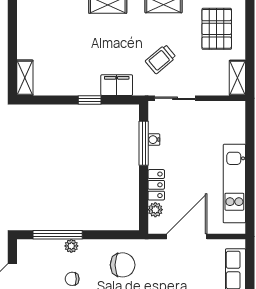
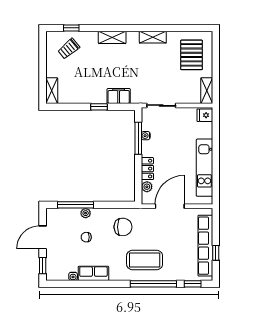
trolley: (161, 59) -> (69, 49), moved
fridge: (235, 112) -> (205, 115), added

